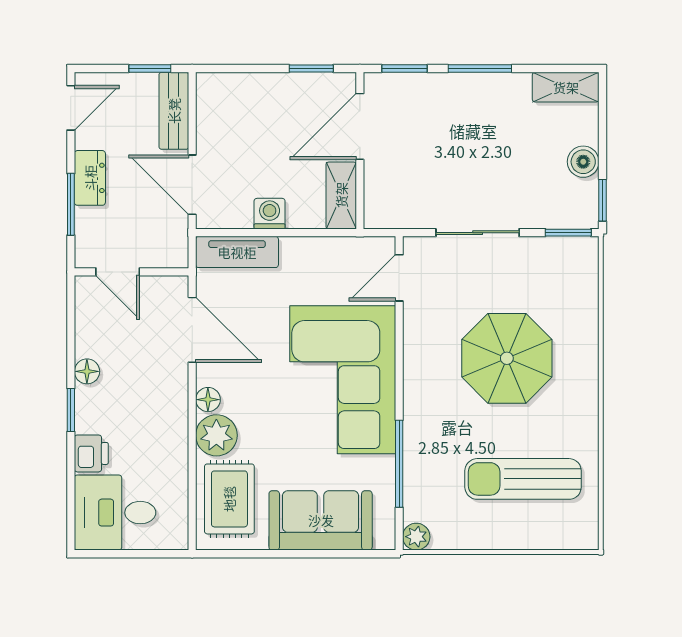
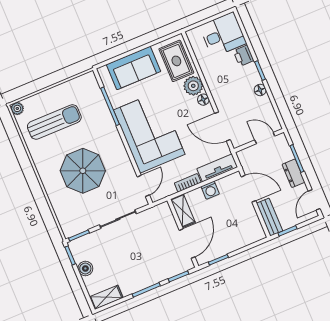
bookcase: (308, 247) -> (188, 183), added
plant: (416, 537) -> (17, 108), moved

